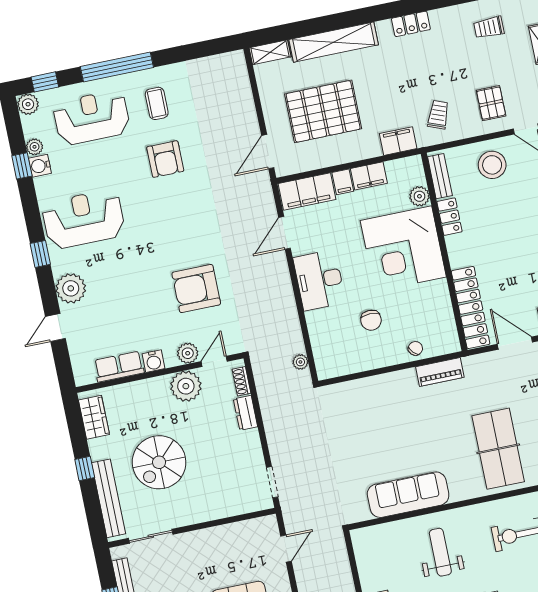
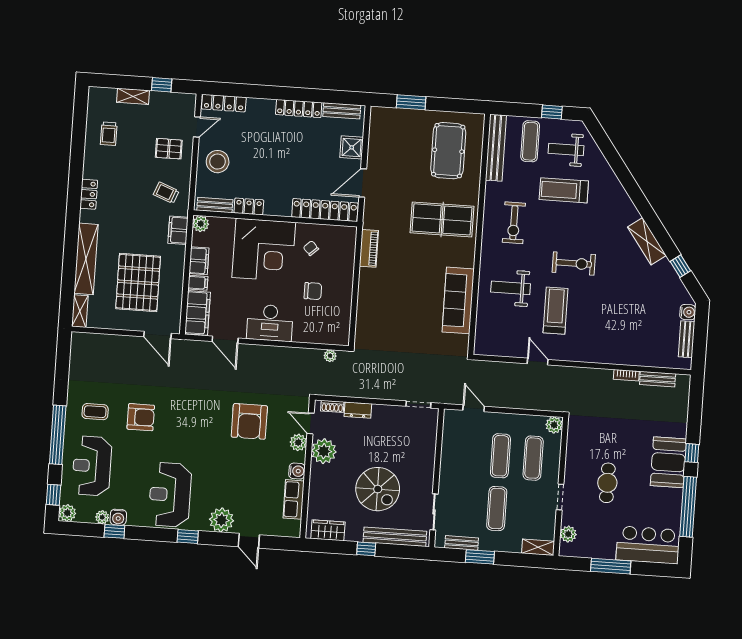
plant: (419, 196) -> (201, 224), moved
chair: (415, 348) -> (311, 248), moved

